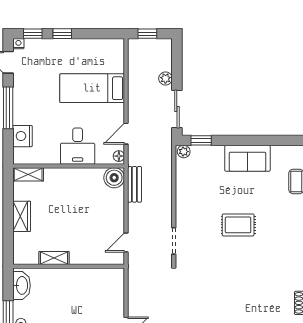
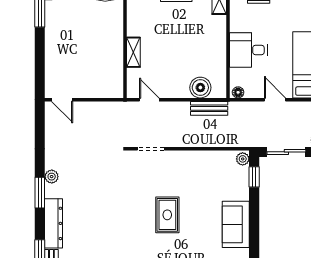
door: (126, 134) -> (275, 100), moved
boiler: (114, 178) -> (200, 88), moved
shelving: (54, 258) -> (133, 52), moved

